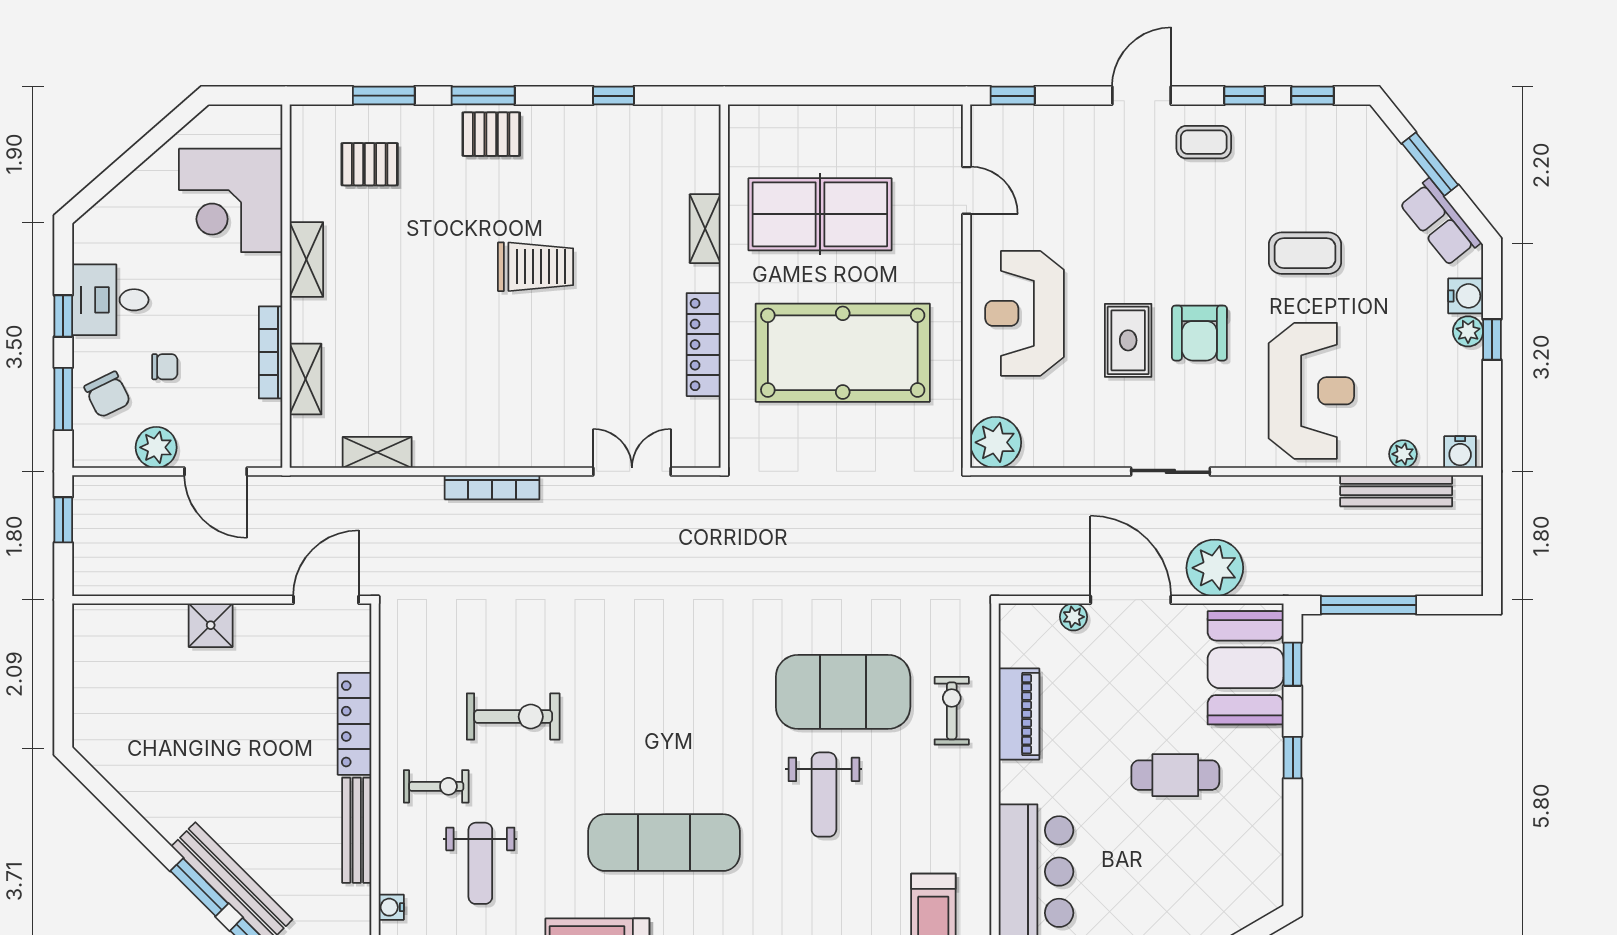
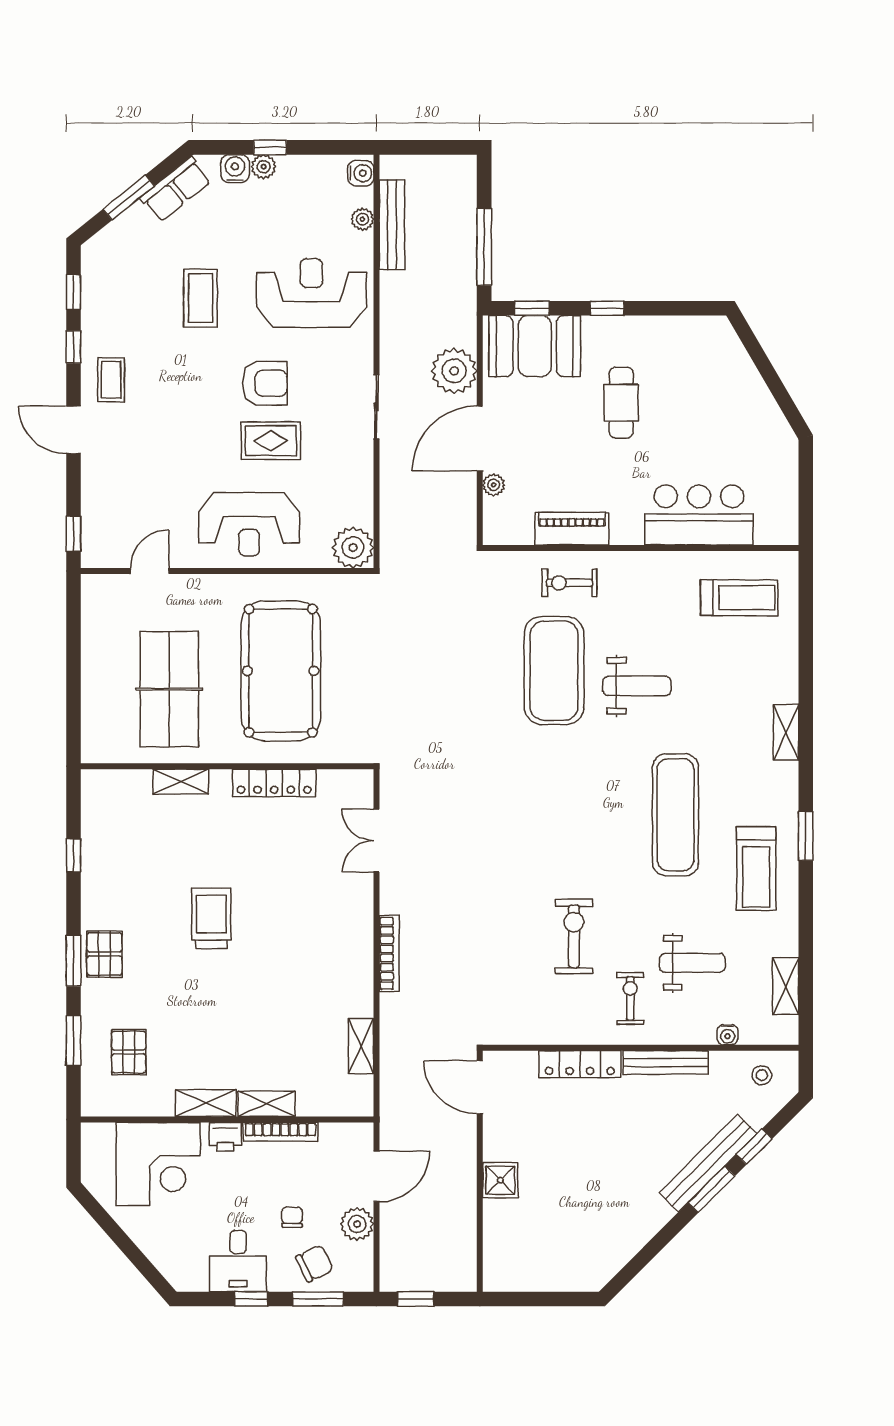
printer: (265, 284) -> (225, 1137), added
shelving: (305, 379) -> (267, 1104), moved

